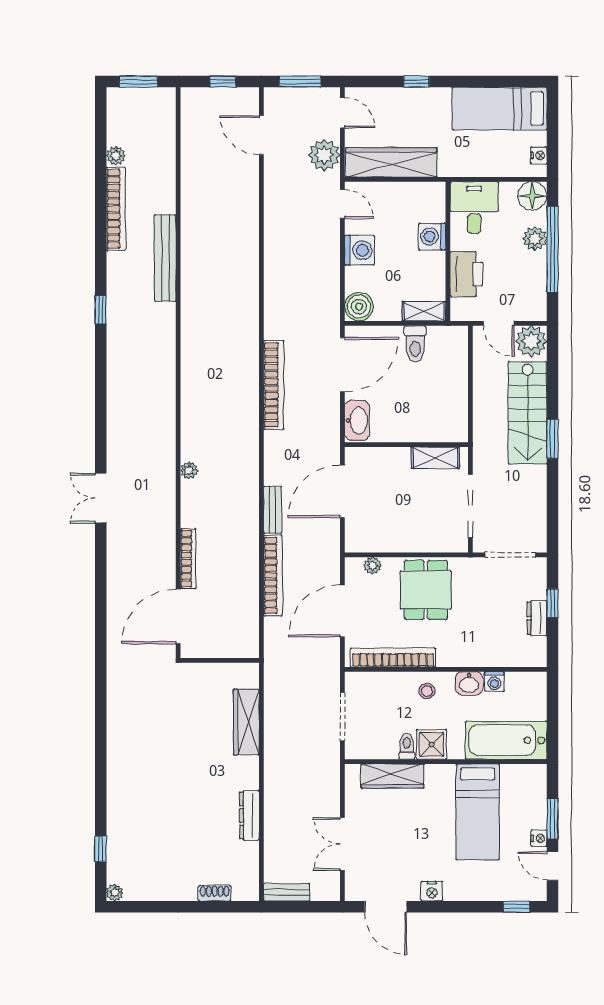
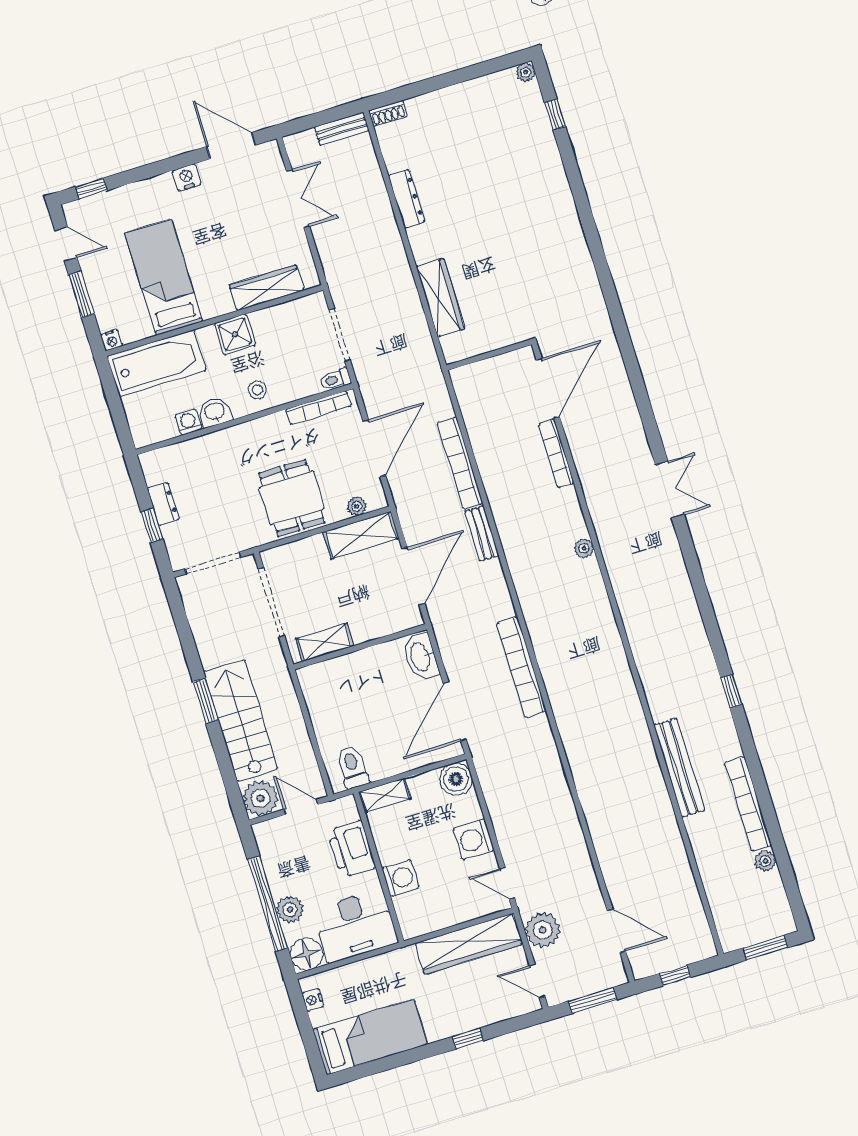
desk: (474, 208) -> (355, 926), width x1.37
toilet: (415, 344) -> (352, 767), moved
shelving: (376, 540) -> (361, 535), added
bookcase: (393, 658) -> (319, 408), width x0.68, depth x0.76
toilet: (407, 746) -> (335, 379), moved, turned 90
nightstand: (539, 838) -> (112, 340), moved, turned -90
shoe rack: (215, 893) -> (388, 113), moved

